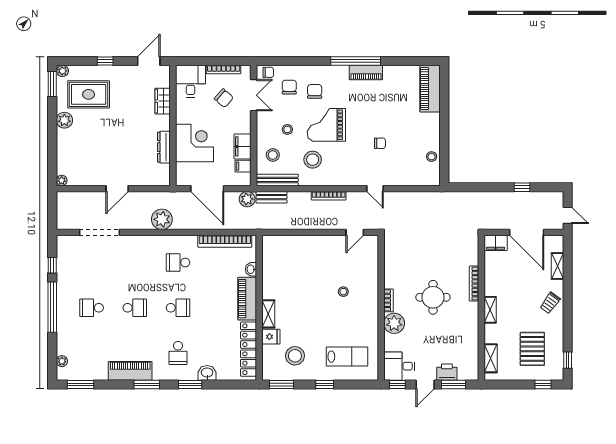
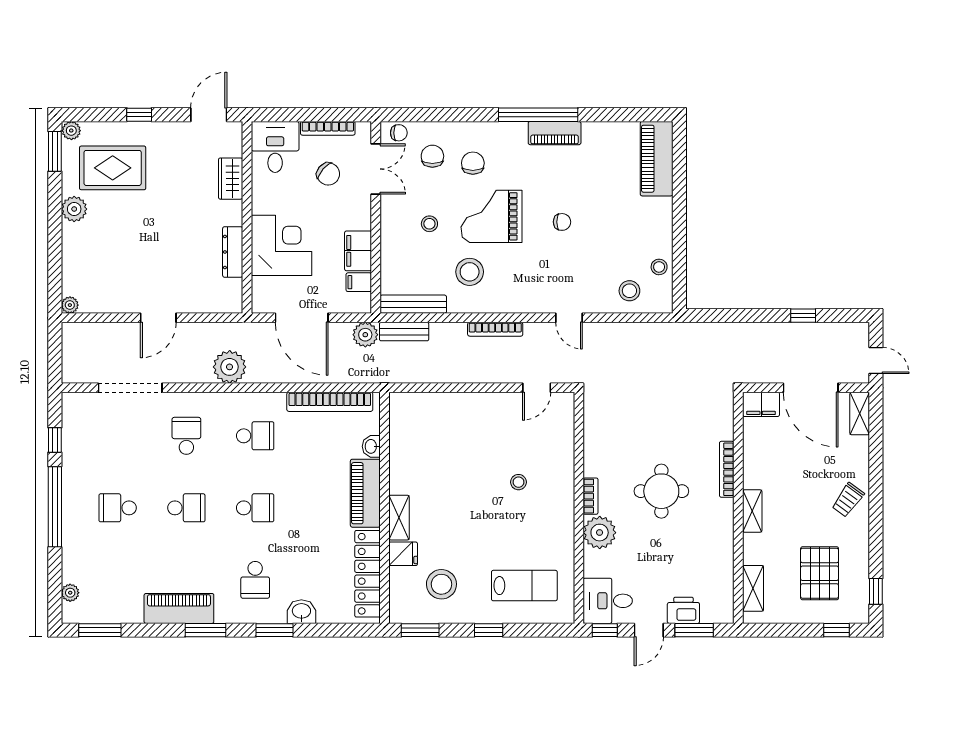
chair: (380, 143) -> (562, 222), moved
stool: (273, 155) -> (629, 291), moved
school desk: (135, 263) -> (186, 436), added
school desk: (178, 263) -> (255, 436), turned 180
shelving: (557, 266) -> (860, 414), moved

